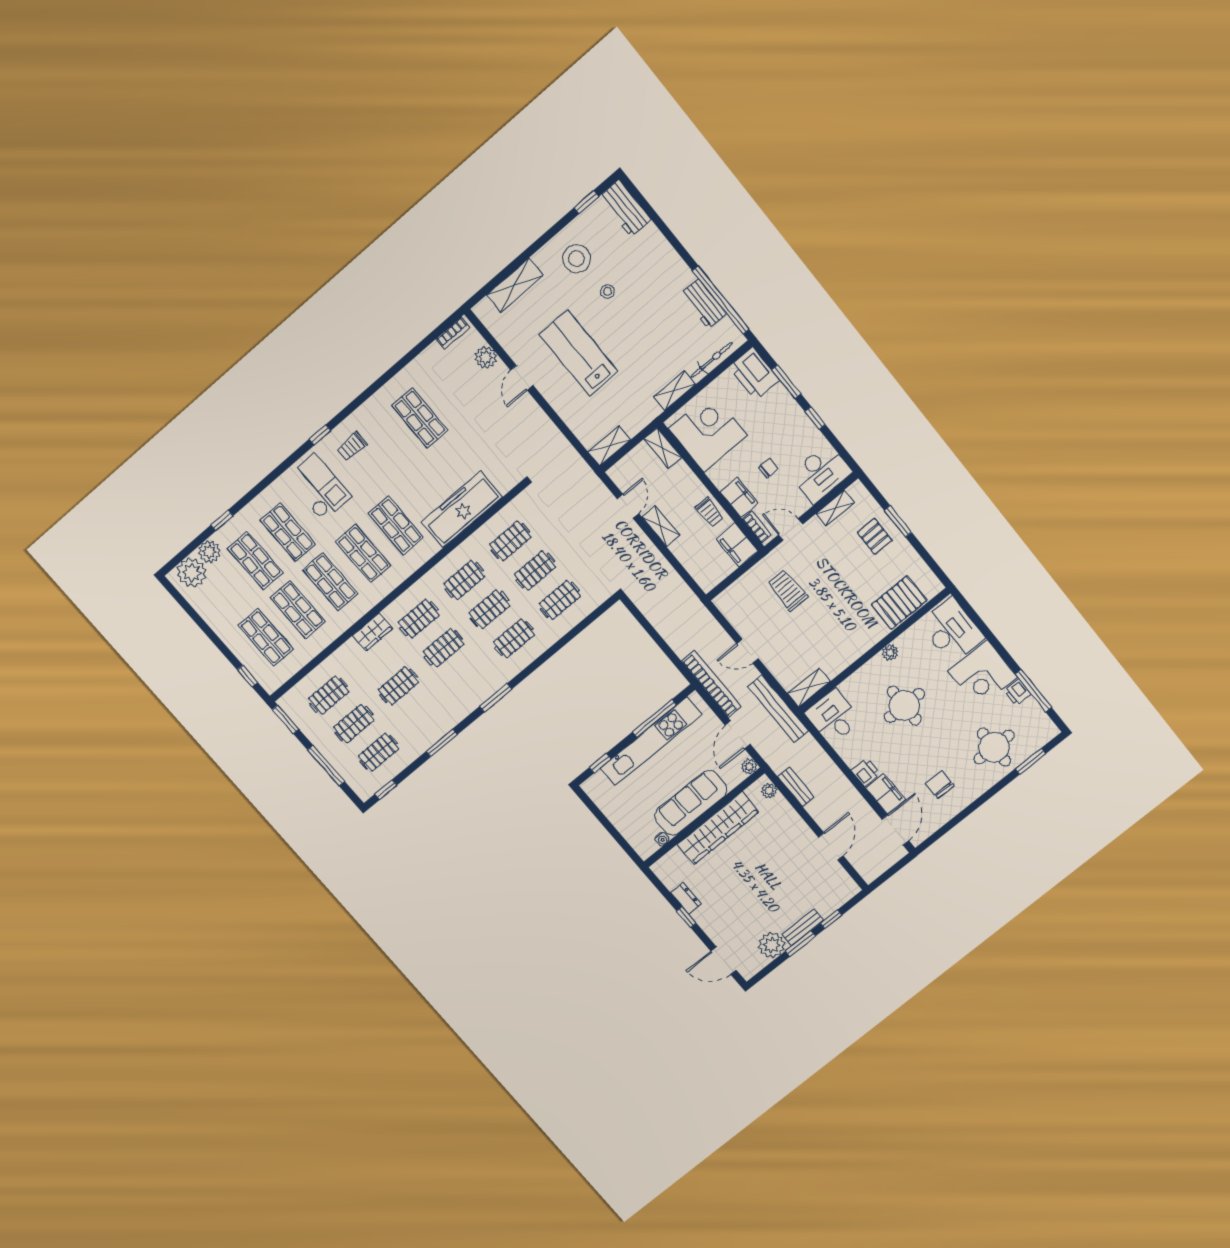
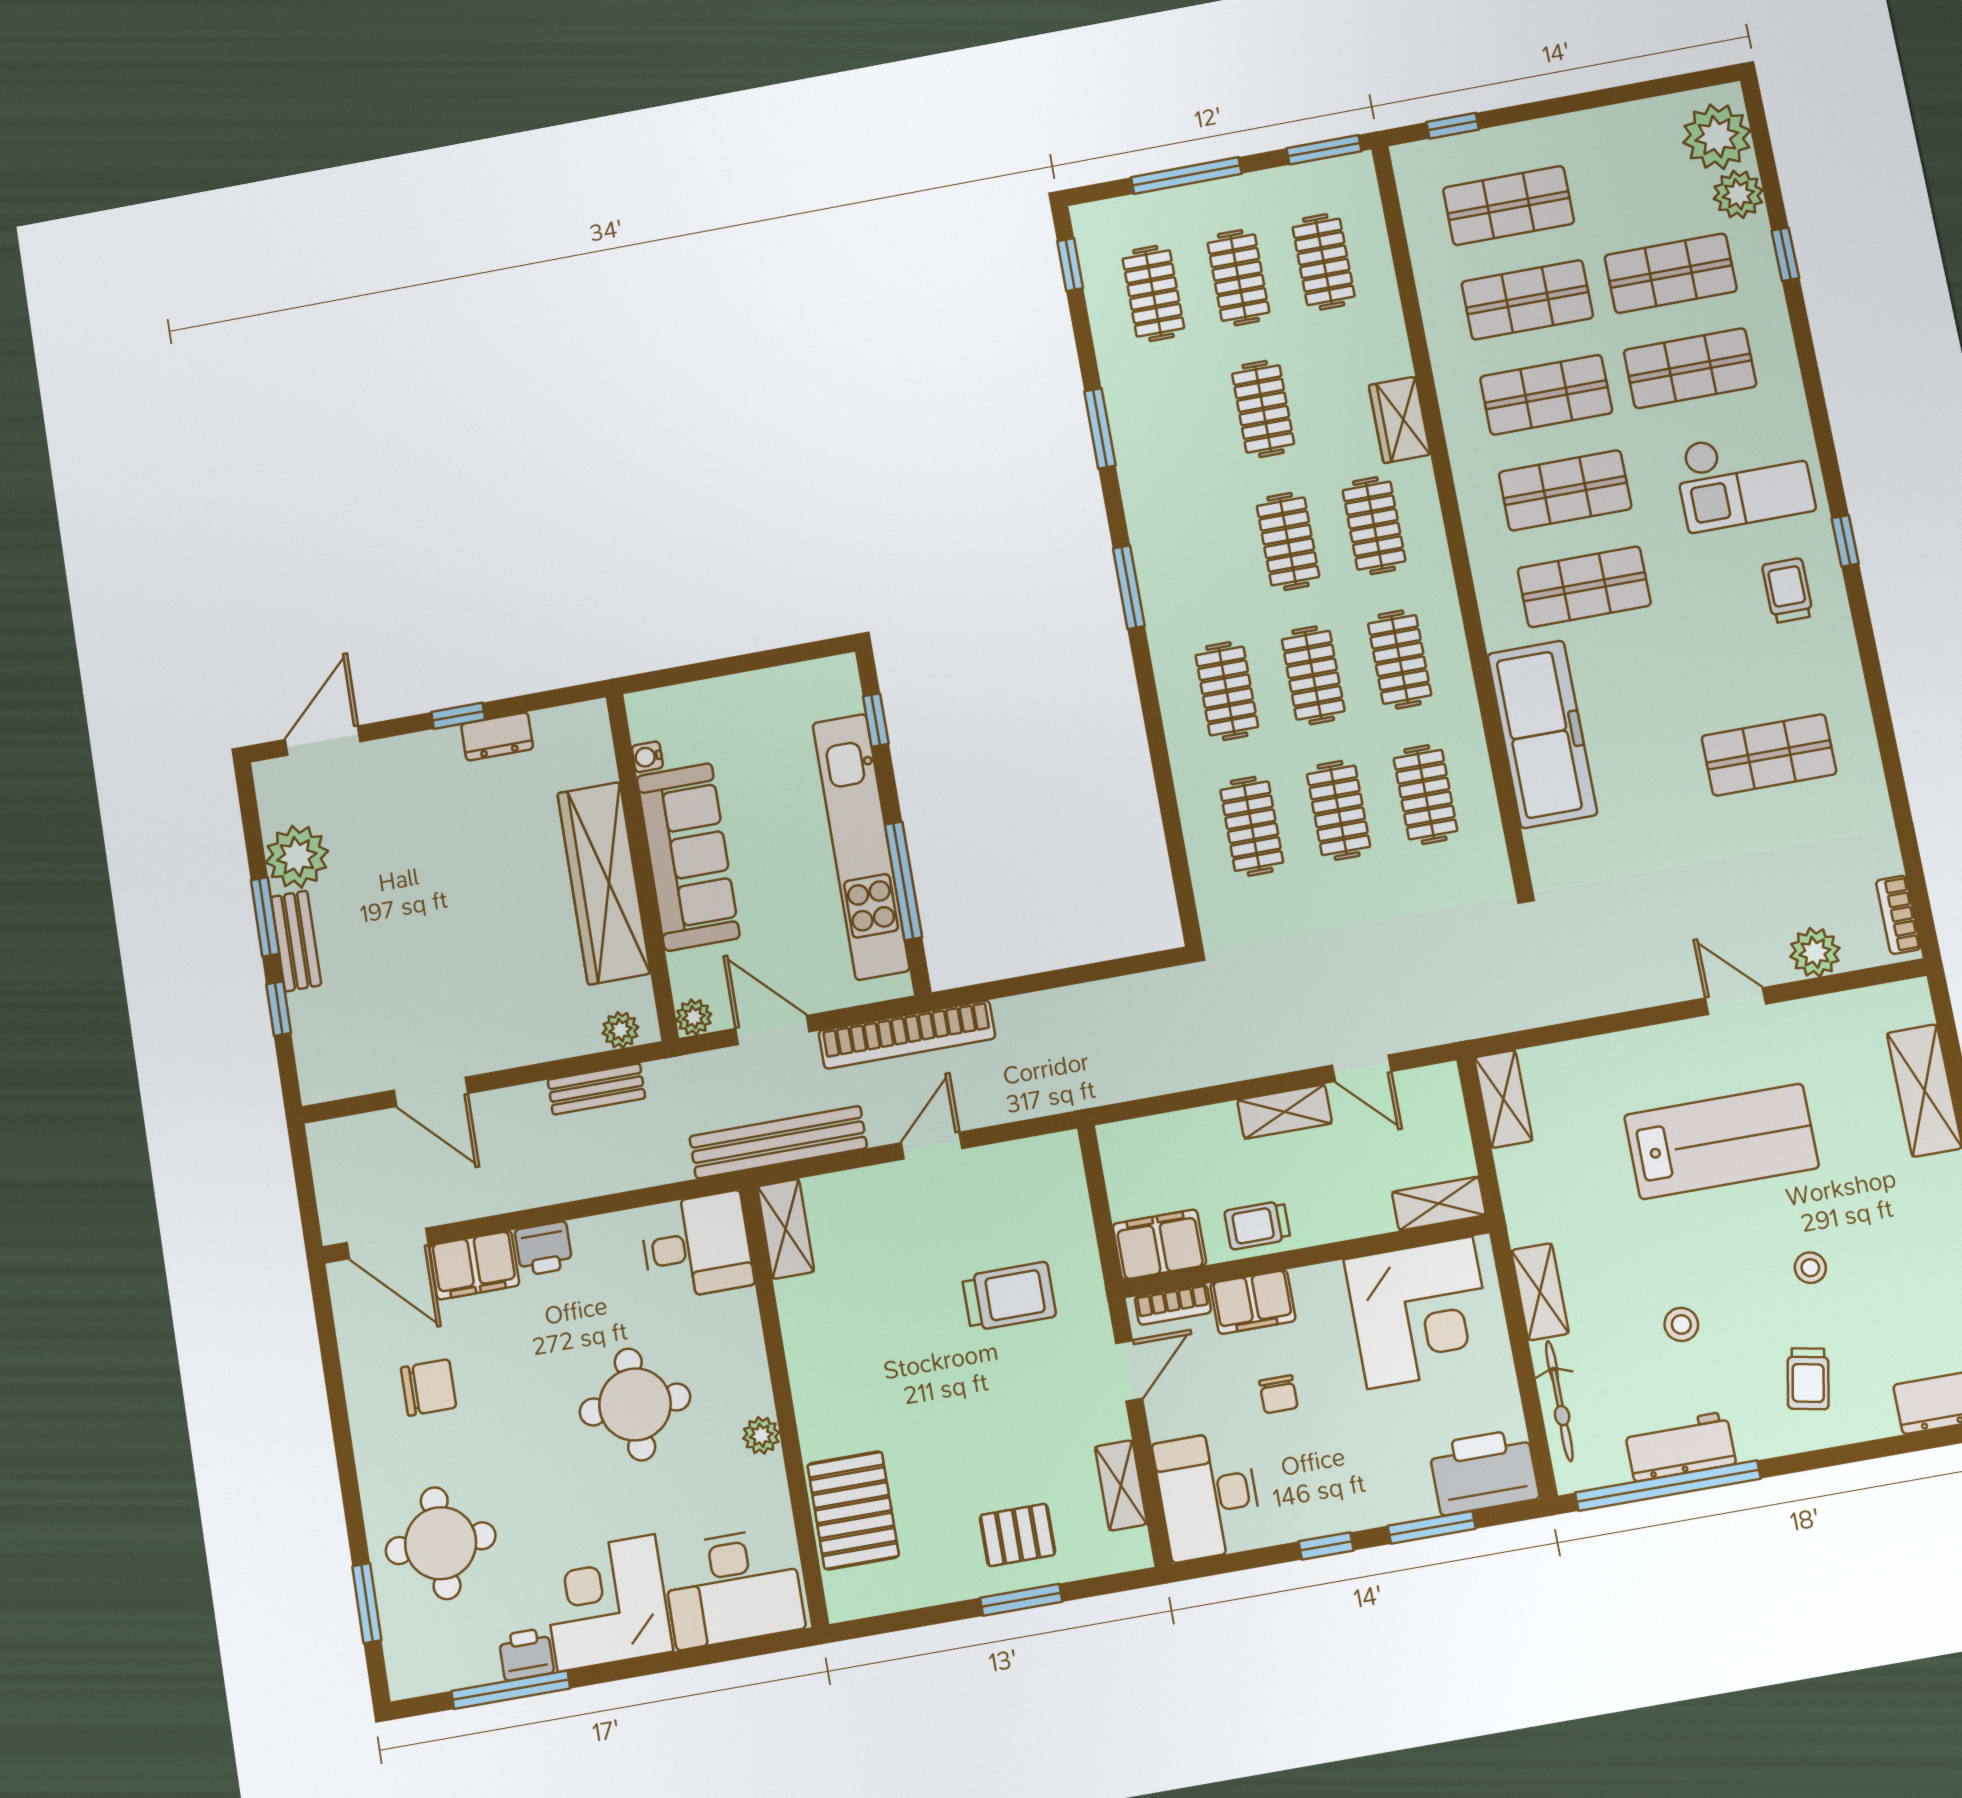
stool: (577, 259) -> (1681, 1324), moved, width x0.53, depth x0.53
trolley: (650, 269) -> (1808, 1379), added

